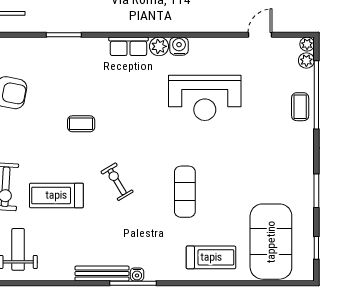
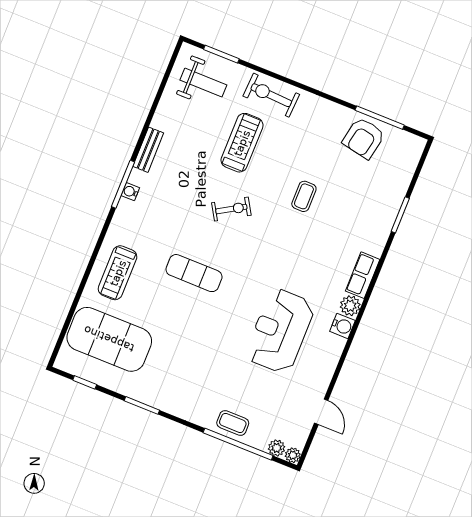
bench: (102, 274) -> (148, 150), width x0.73

